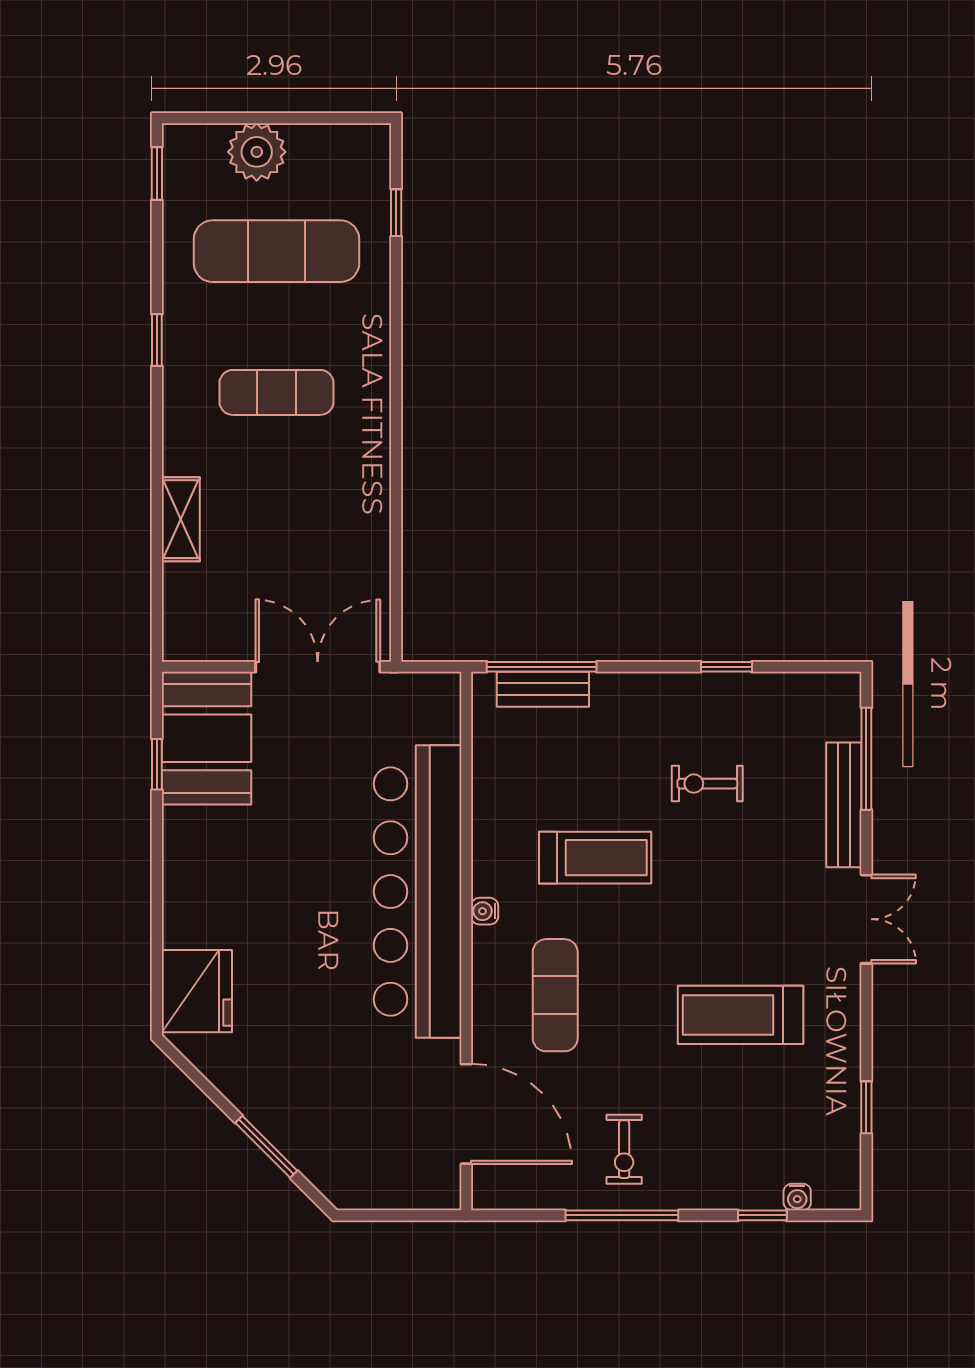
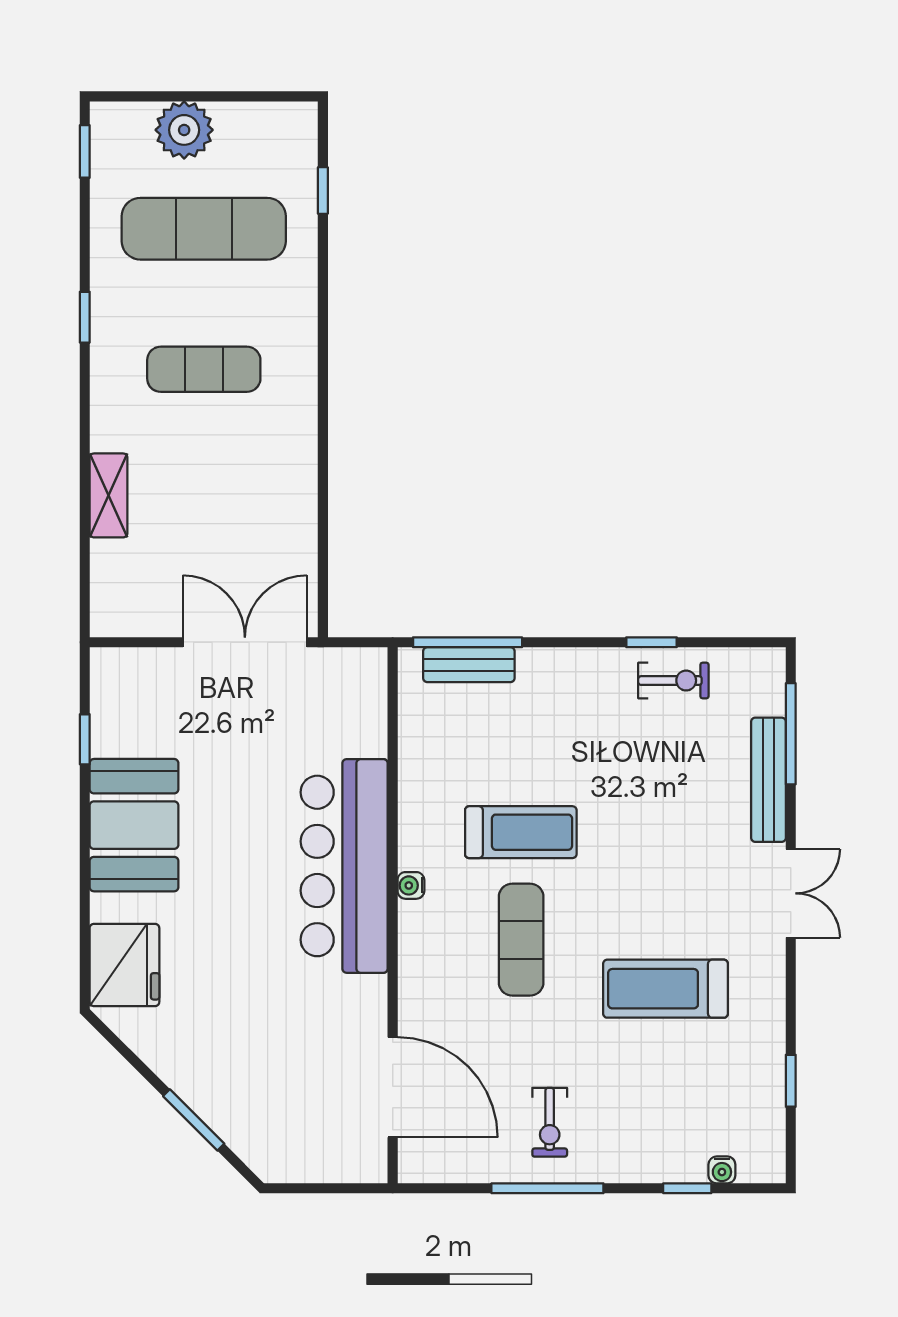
booth: (206, 738) -> (134, 825), moved
exercise bike: (707, 784) -> (673, 681), moved, turned 180
bar counter: (418, 892) -> (344, 866), width x0.73
exercise mat: (555, 995) -> (521, 940), moved

